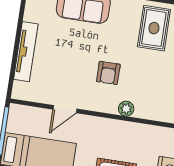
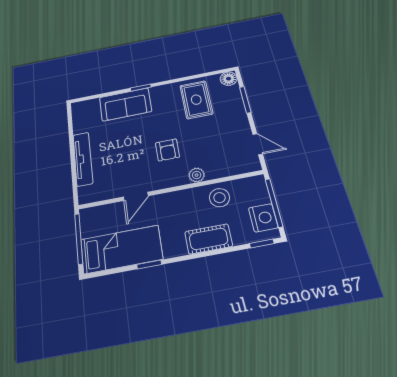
stool: (138, 138) -> (220, 198), added

